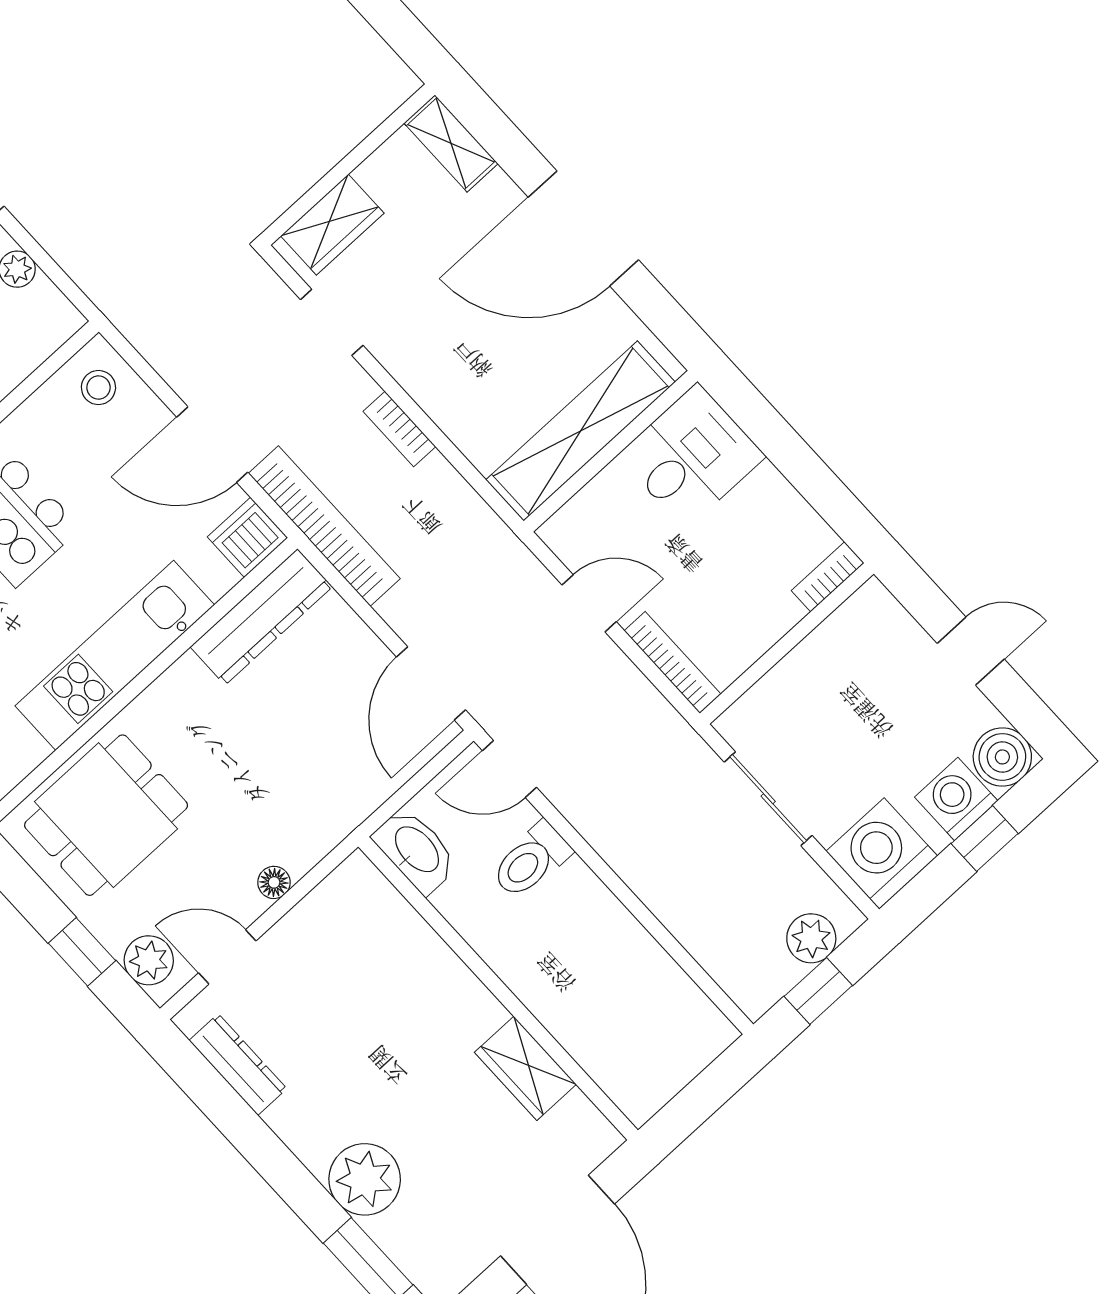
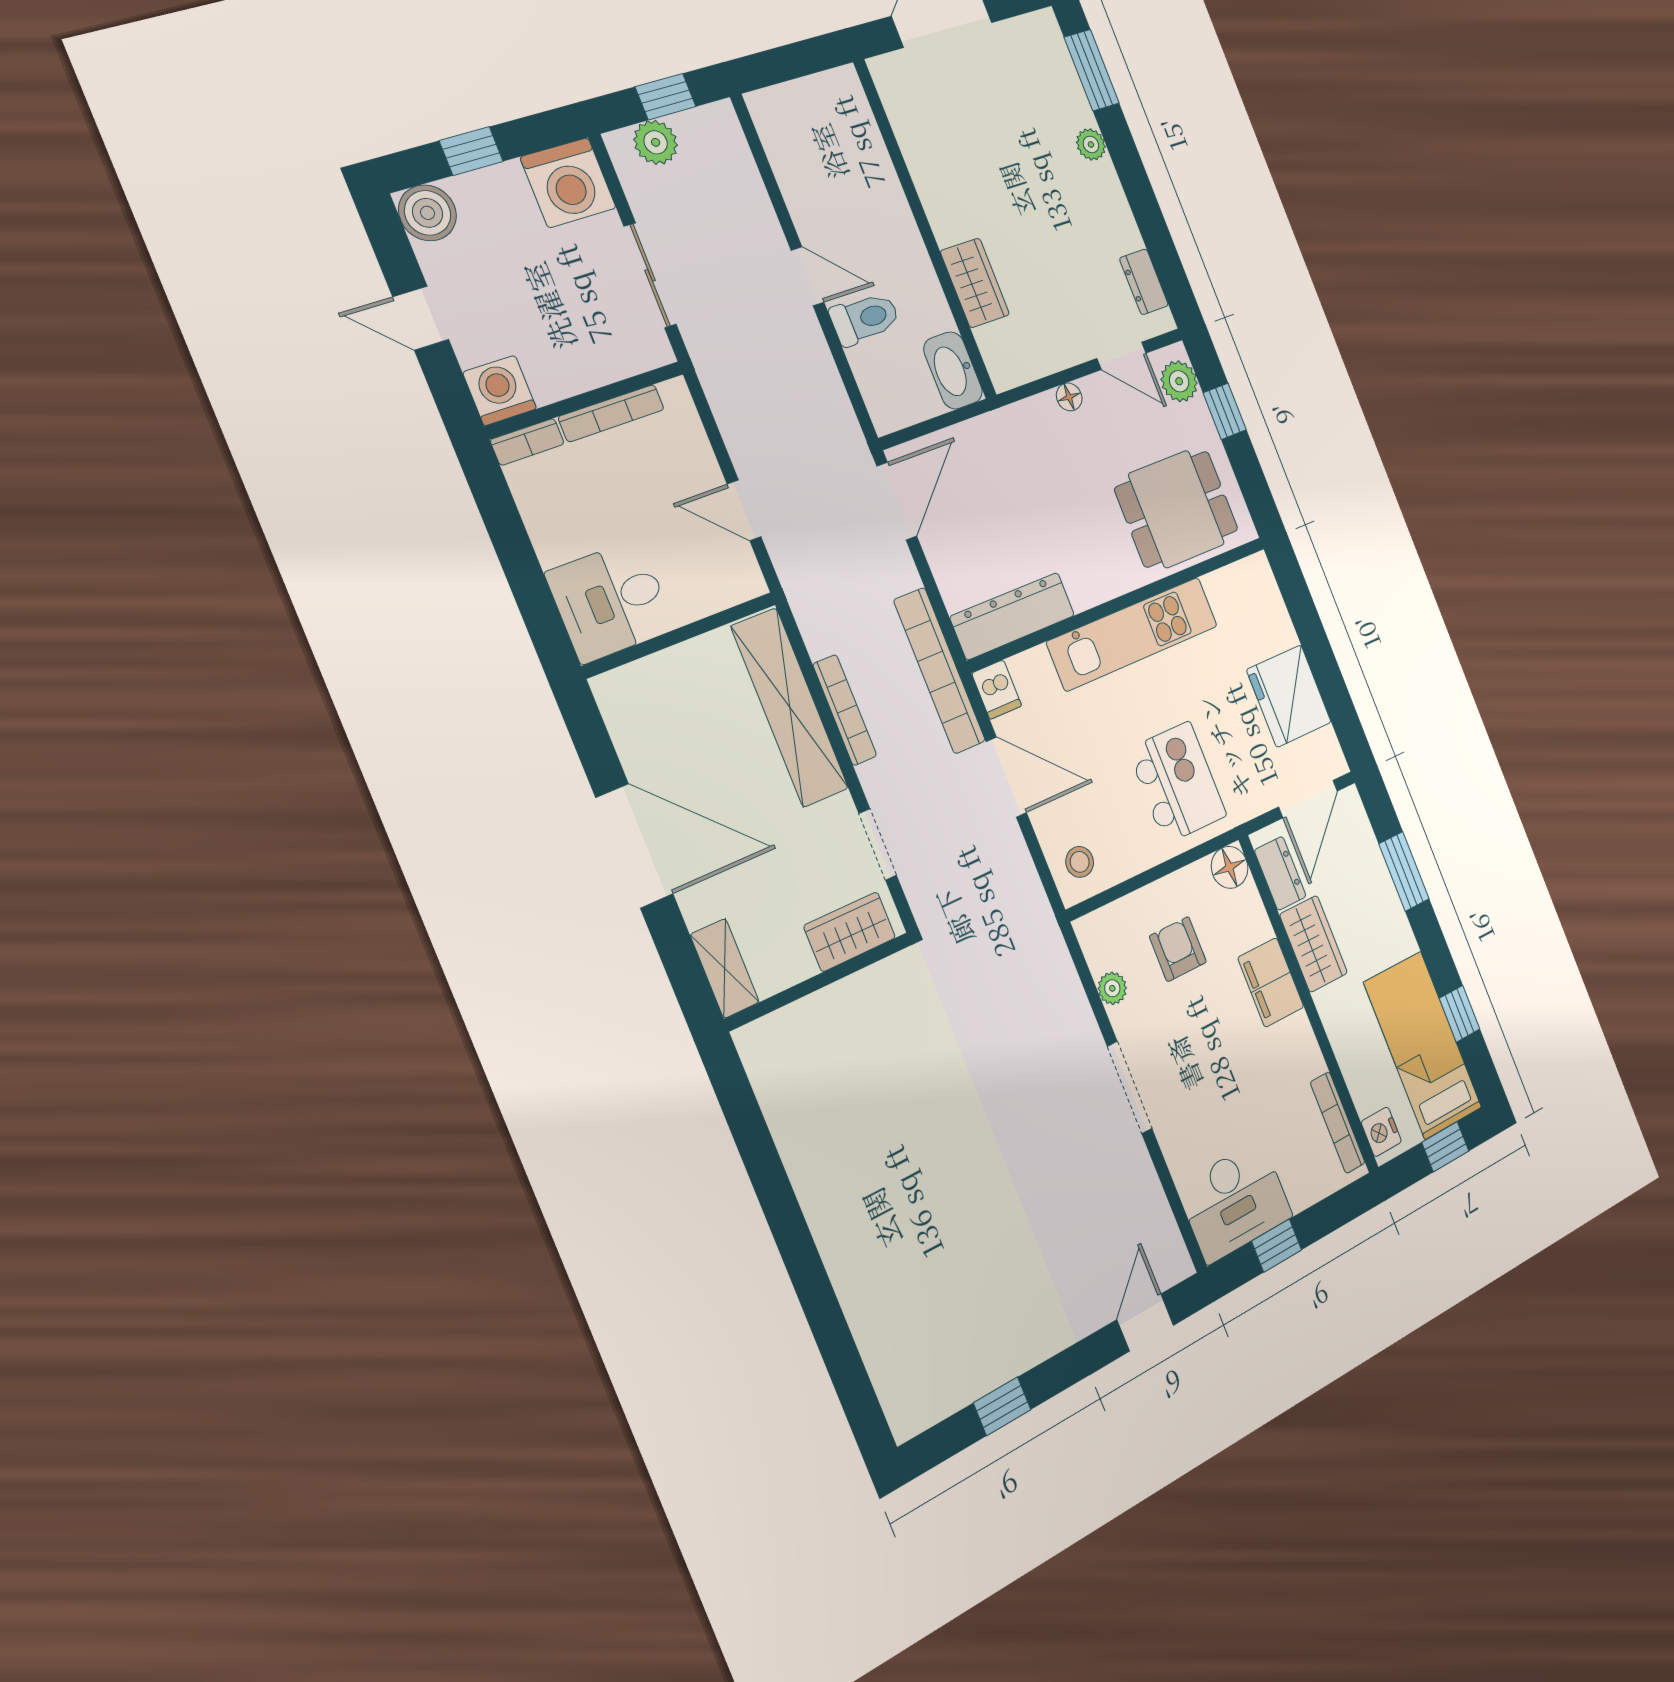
bookcase: (399, 429) -> (845, 710), width x1.56
shelving: (581, 431) -> (790, 707), moved, turned 90
dishwasher: (248, 537) -> (997, 690), width x0.73
bookcase: (672, 662) -> (611, 413), moved, turned -90
door: (509, 769) -> (807, 276), moved
washing machine: (956, 799) -> (500, 391), moved, turned 180
dresser: (238, 1065) -> (1144, 282), width x0.70
wardrobe: (525, 1068) -> (975, 283), moved
plant: (365, 1179) -> (1091, 144), width x0.53, depth x0.53

